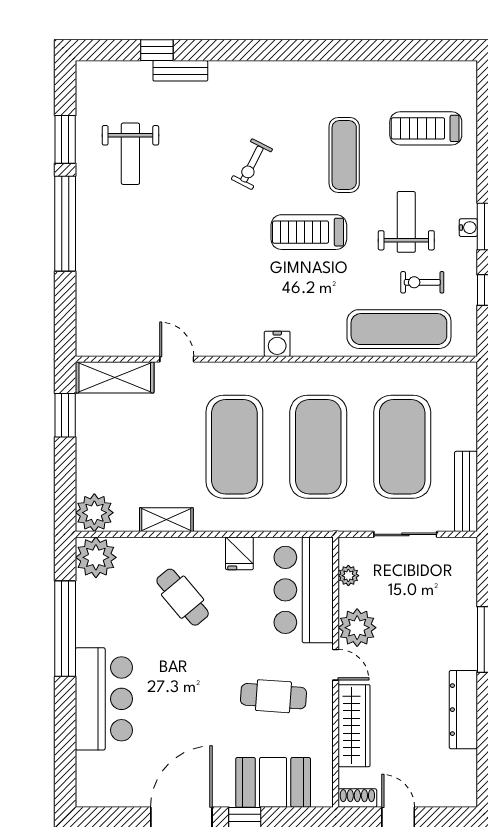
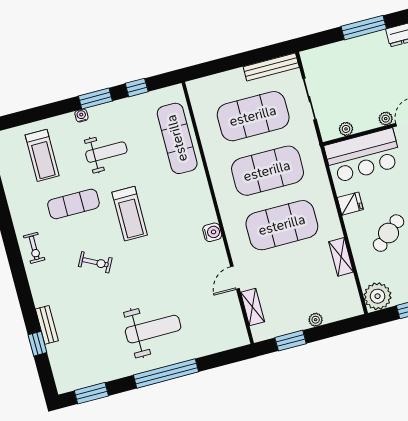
window: (65, 139) -> (91, 393), moved
weight bench: (130, 154) -> (153, 329), moved, width x1.36, depth x1.33
weight bench: (406, 222) -> (106, 152), turned 180
water cooler: (468, 228) -> (81, 116), moved
exercise bike: (422, 282) -> (34, 248), moved
water cooler: (277, 344) -> (212, 232), moved
shelving: (115, 377) -> (253, 307), width x0.67, depth x0.75
plant: (94, 513) -> (316, 320), moved, width x0.53, depth x0.53
plant: (357, 628) -> (386, 119), width x0.53, depth x0.53

